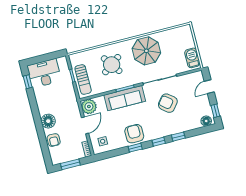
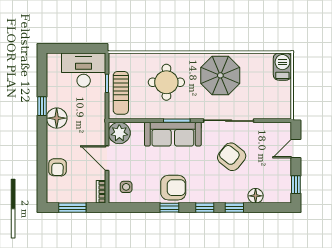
barbecue: (192, 58) -> (282, 67), moved
round table: (112, 65) -> (166, 82), turned 36
desk: (44, 73) -> (84, 70), moved
window: (28, 82) -> (42, 106), moved
floor lamp: (48, 121) -> (57, 118), moved
floor lamp: (206, 121) -> (256, 196), moved
door: (85, 125) -> (107, 158), swing flipped
armchair: (134, 134) -> (173, 188), turned 90

